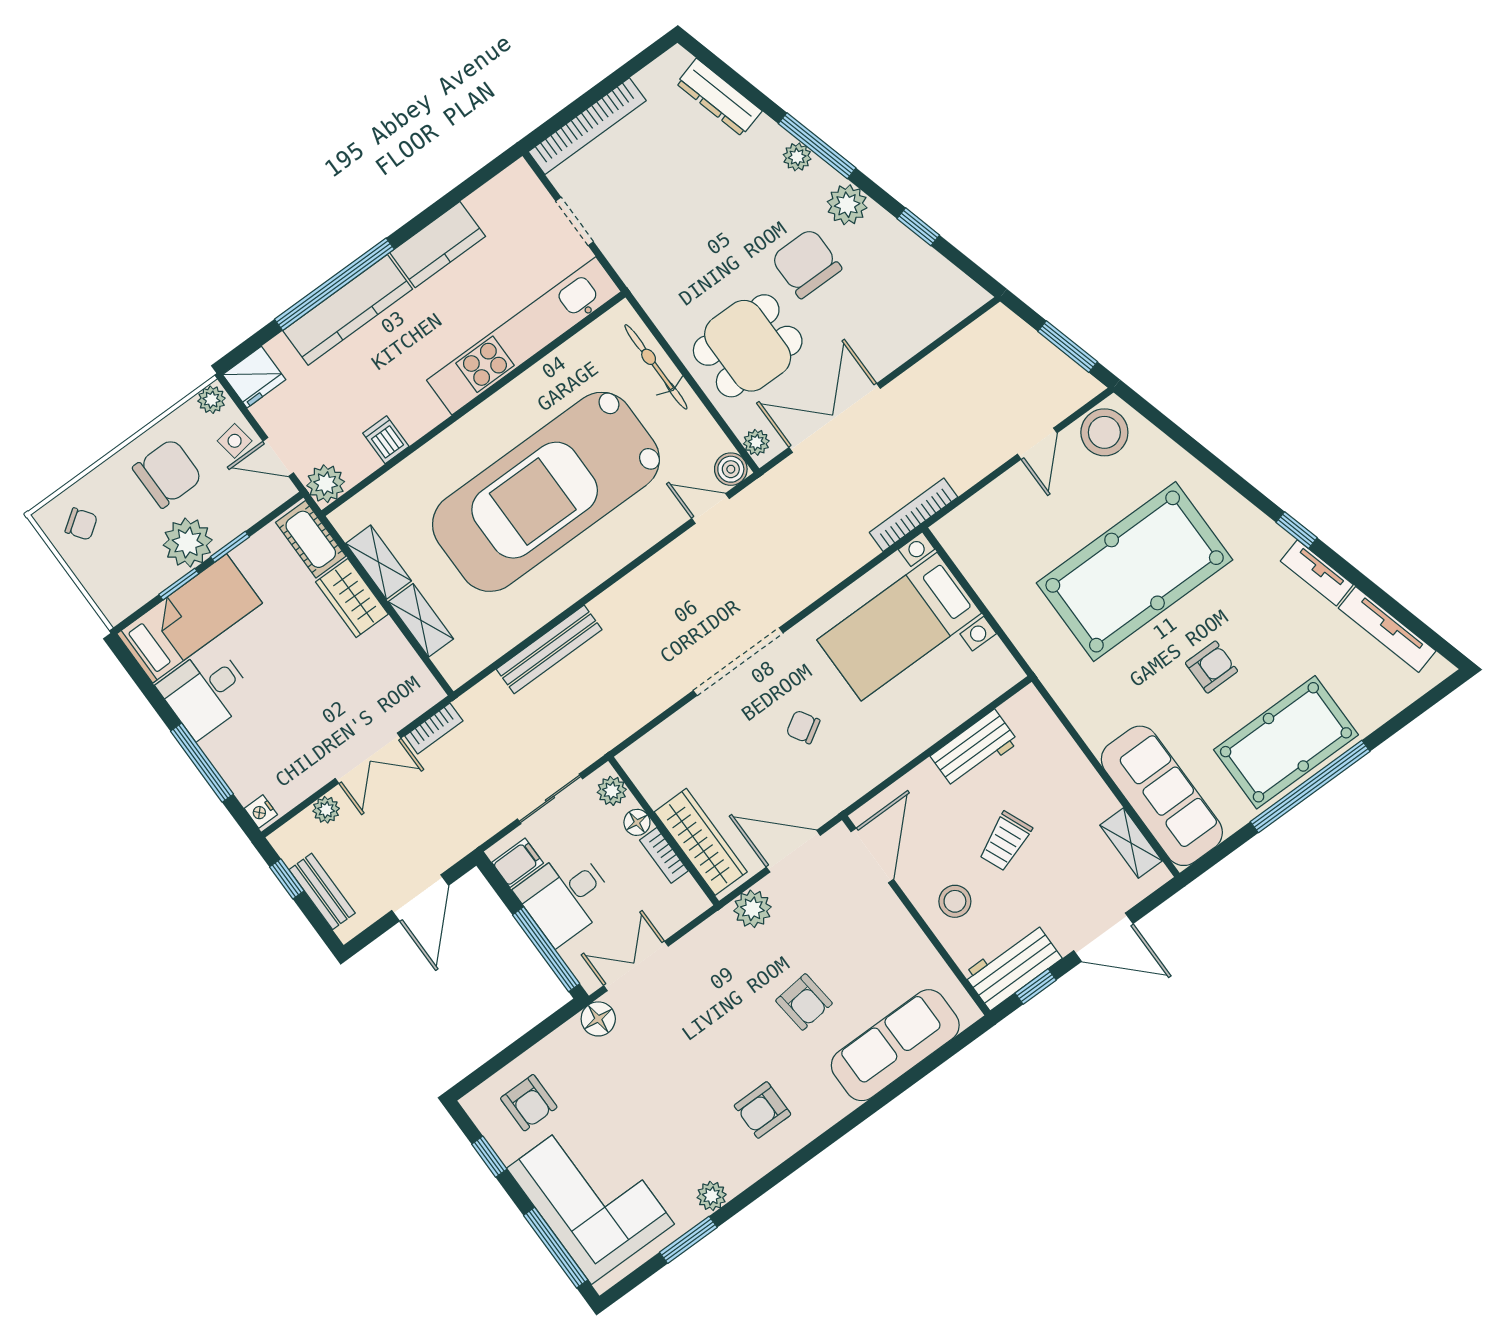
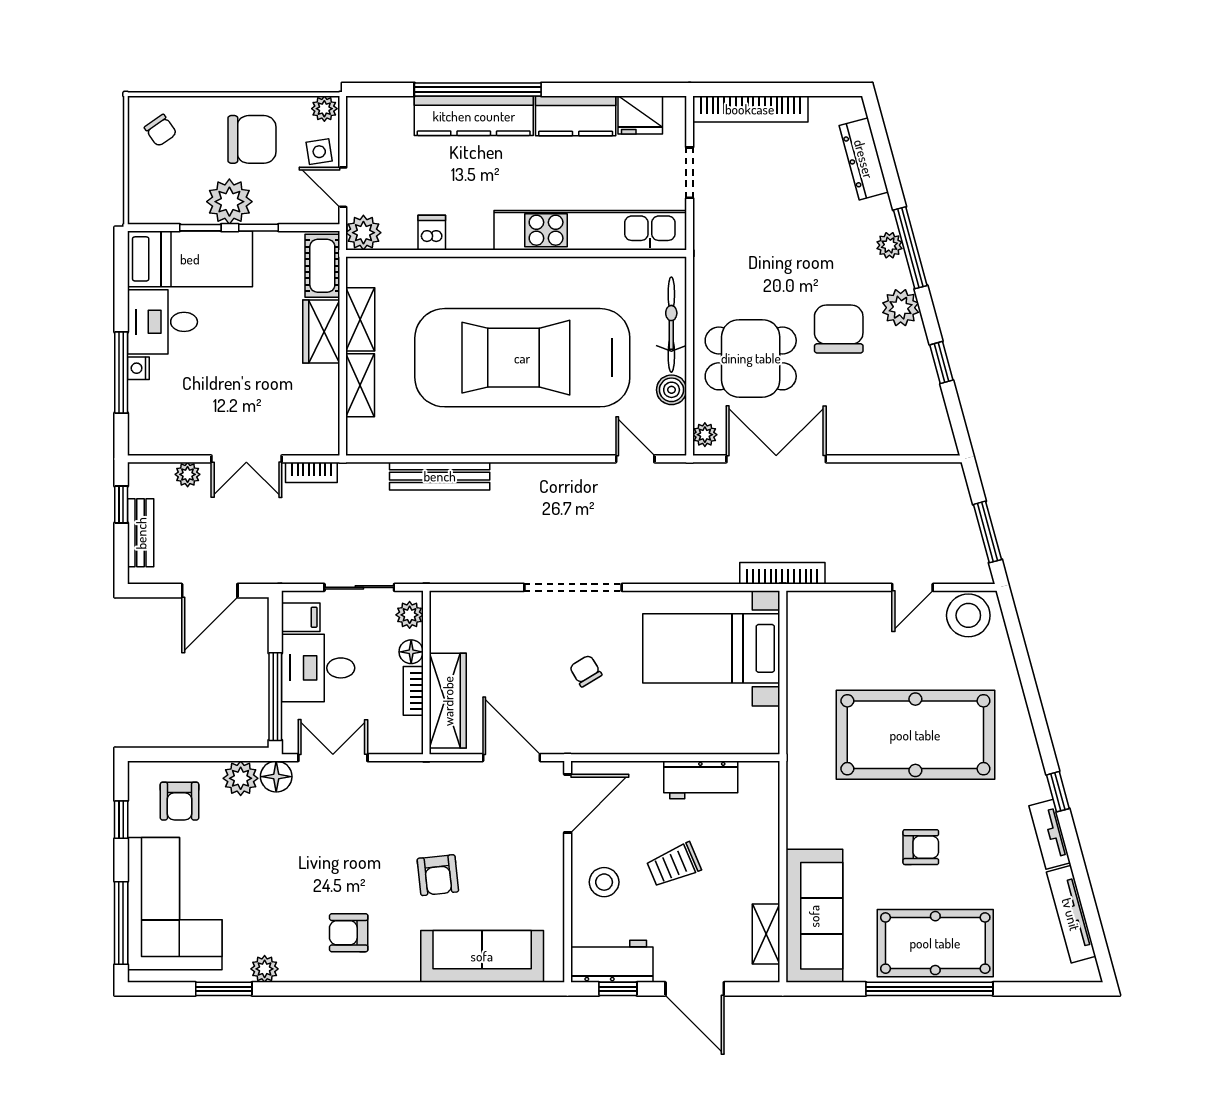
fridge: (254, 377) -> (640, 115), moved
boiler: (731, 469) -> (672, 390), moved
nightstand: (261, 811) -> (138, 368), moved
plant: (752, 909) -> (241, 778), moved

